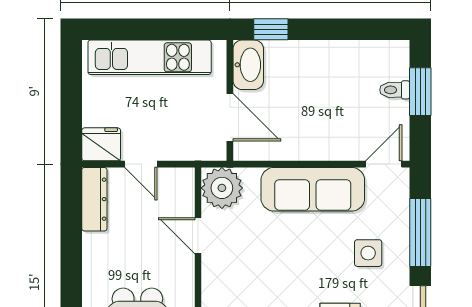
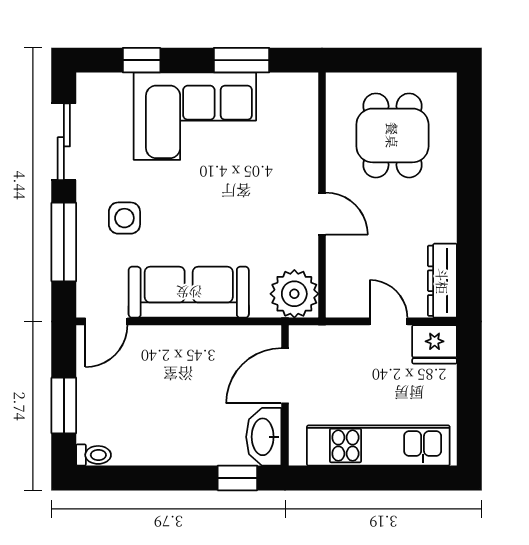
toilet: (395, 90) -> (94, 455), moved
door: (230, 117) -> (285, 376), hinge flipped
door: (198, 236) -> (322, 214), moved

